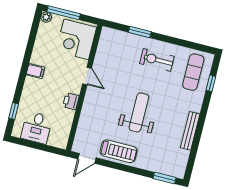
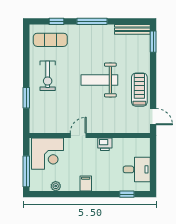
plant: (46, 17) -> (56, 186), moved
window: (202, 120) -> (92, 21), added
bench: (190, 131) -> (132, 29), moved

